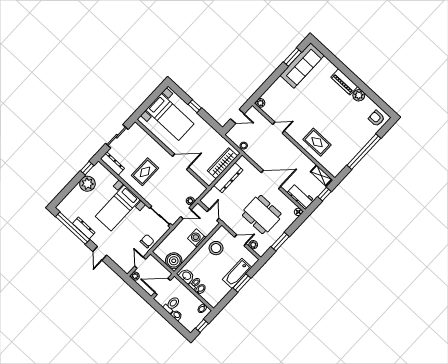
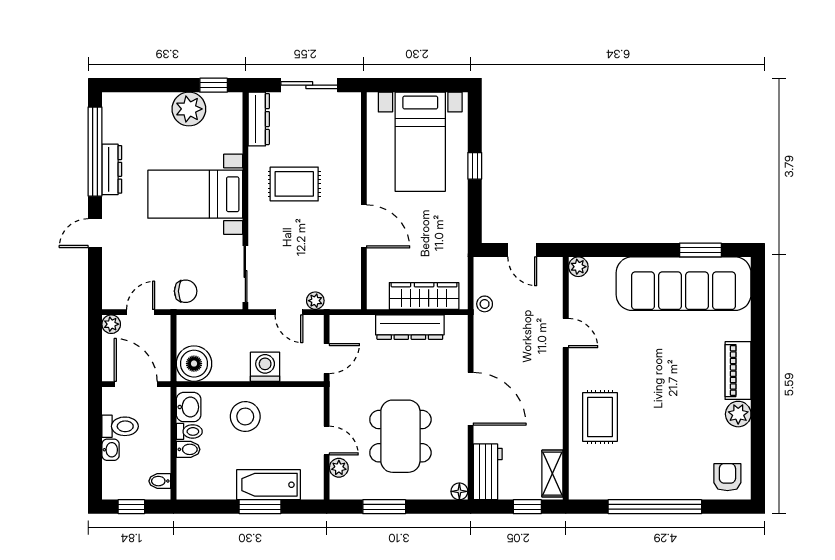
sofa: (302, 65) -> (684, 284), width x1.36, depth x1.27
stool: (216, 248) -> (245, 416), moved

